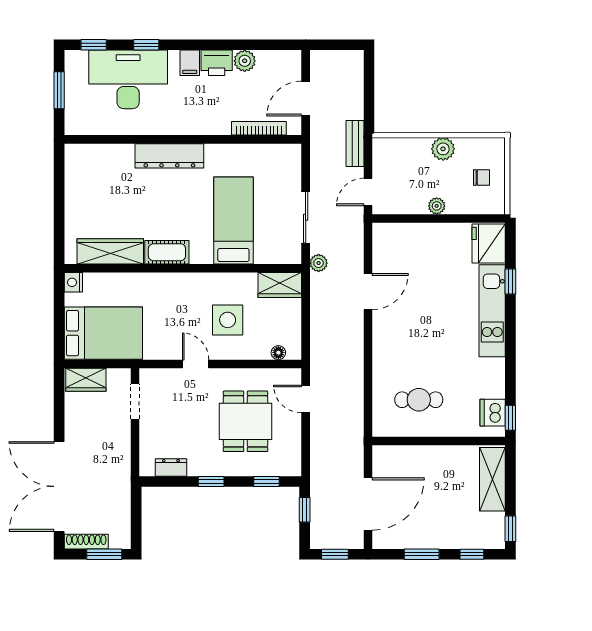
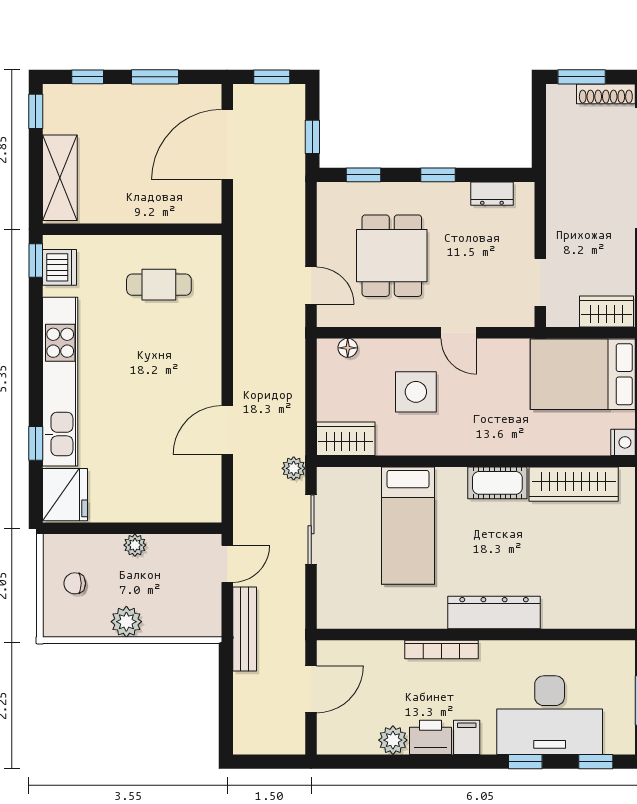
bookcase: (259, 128) -> (441, 649), moved
bench: (355, 143) -> (245, 629), width x1.36
kitchen unit: (492, 311) -> (60, 382), width x1.36

